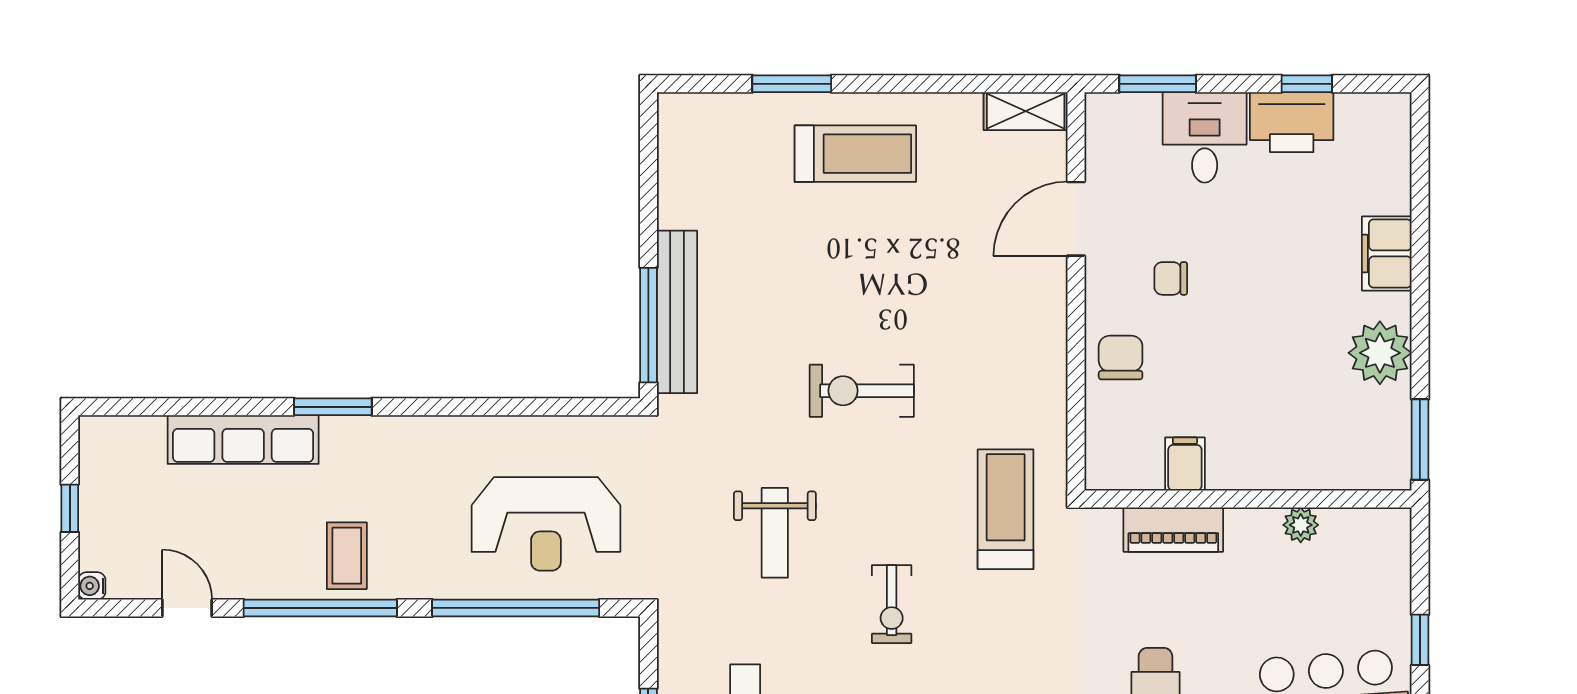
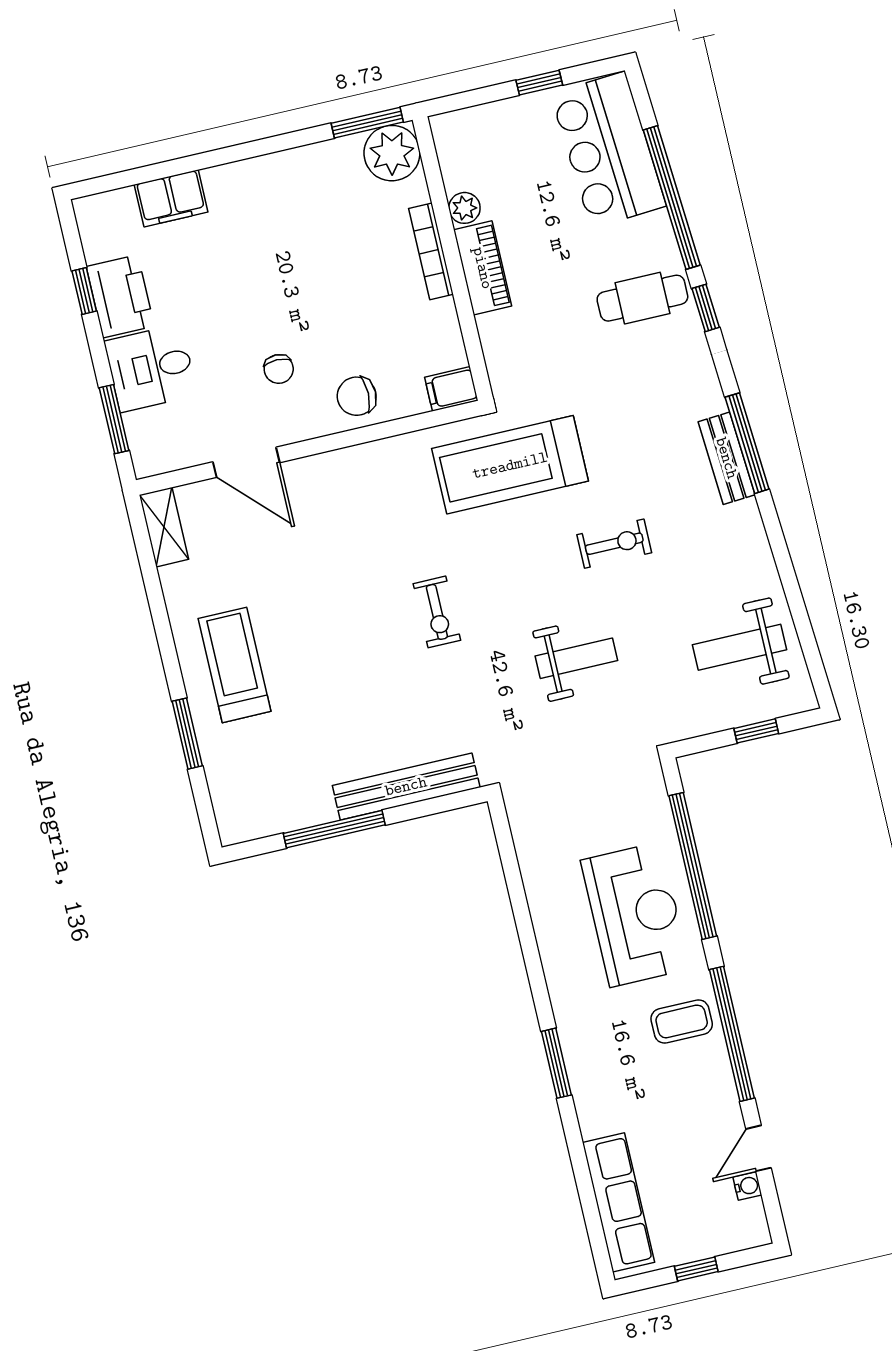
filing cabinet: (1387, 253) -> (171, 198), moved
window: (648, 325) -> (334, 829), moved
plant: (1380, 353) -> (392, 153), moved
exercise bike: (862, 391) -> (437, 612), width x0.73, depth x0.72
row of seats: (243, 440) -> (618, 1202), moved
filing cabinet: (1185, 464) -> (451, 389), moved
bookcase: (1261, 477) -> (431, 251), added
treadmill: (1006, 509) -> (510, 465), width x1.37, depth x1.38
reception desk: (546, 524) -> (635, 915), moved
piano: (1173, 530) -> (483, 268), moved
water cooler: (92, 586) -> (747, 1186), moved, turned -90

